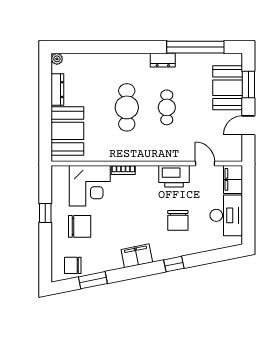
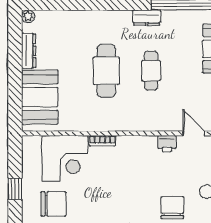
printer: (174, 176) -> (167, 144), width x0.53, depth x0.68
chair: (178, 220) -> (172, 208), moved, turned 180

